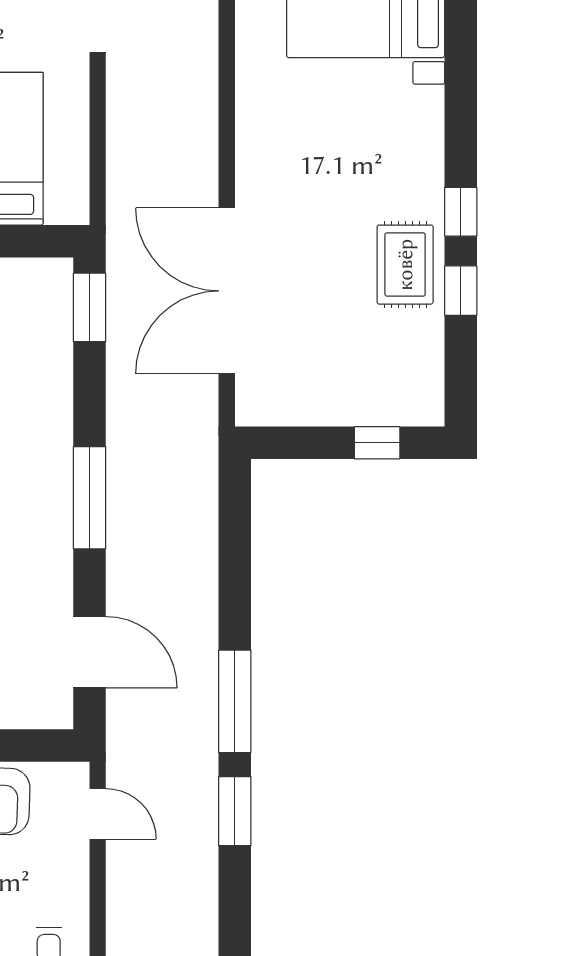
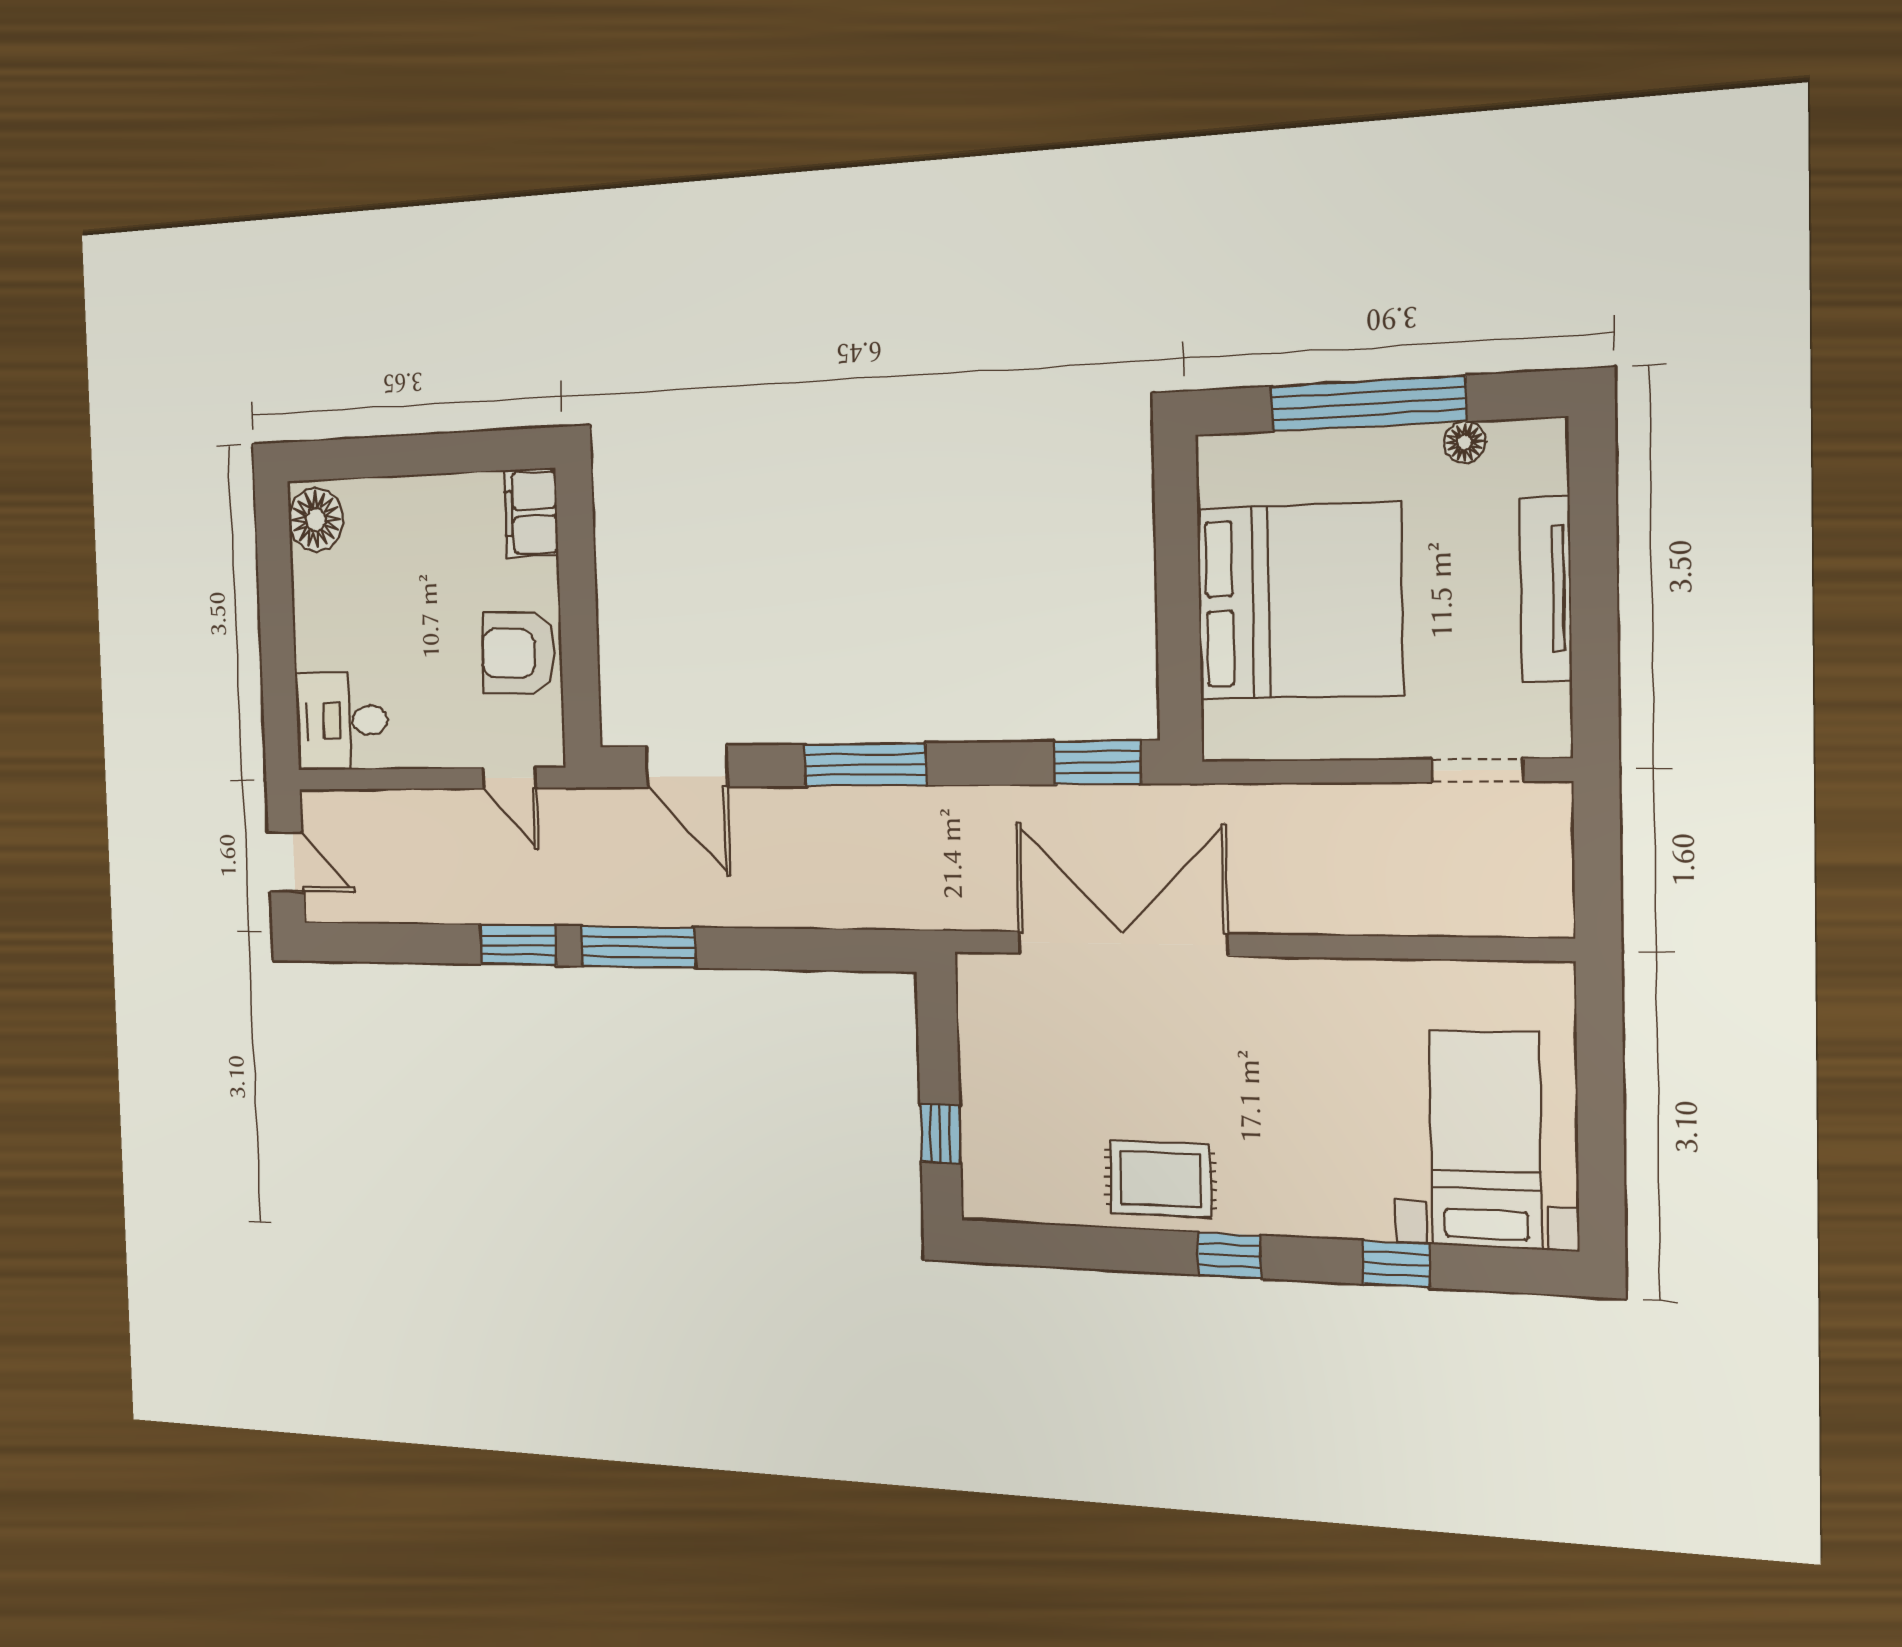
window: (461, 291) -> (1396, 1264), moved
door: (90, 652) -> (687, 766), hinge flipped
door: (98, 814) -> (509, 778), hinge flipped

